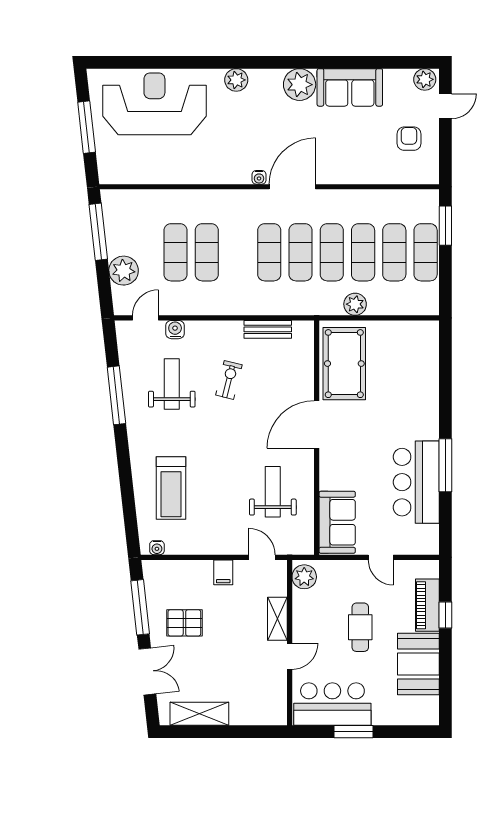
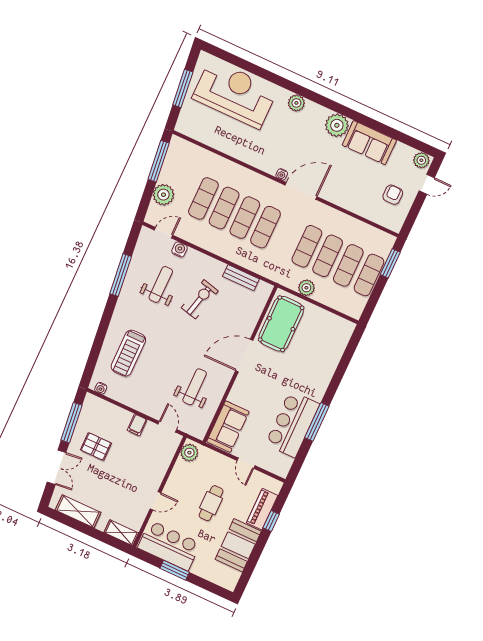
exercise mat: (301, 252) -> (245, 218), moved
exercise bike: (229, 380) -> (200, 299), width x1.38, depth x1.39
shelving: (277, 619) -> (121, 533), moved, turned 90

